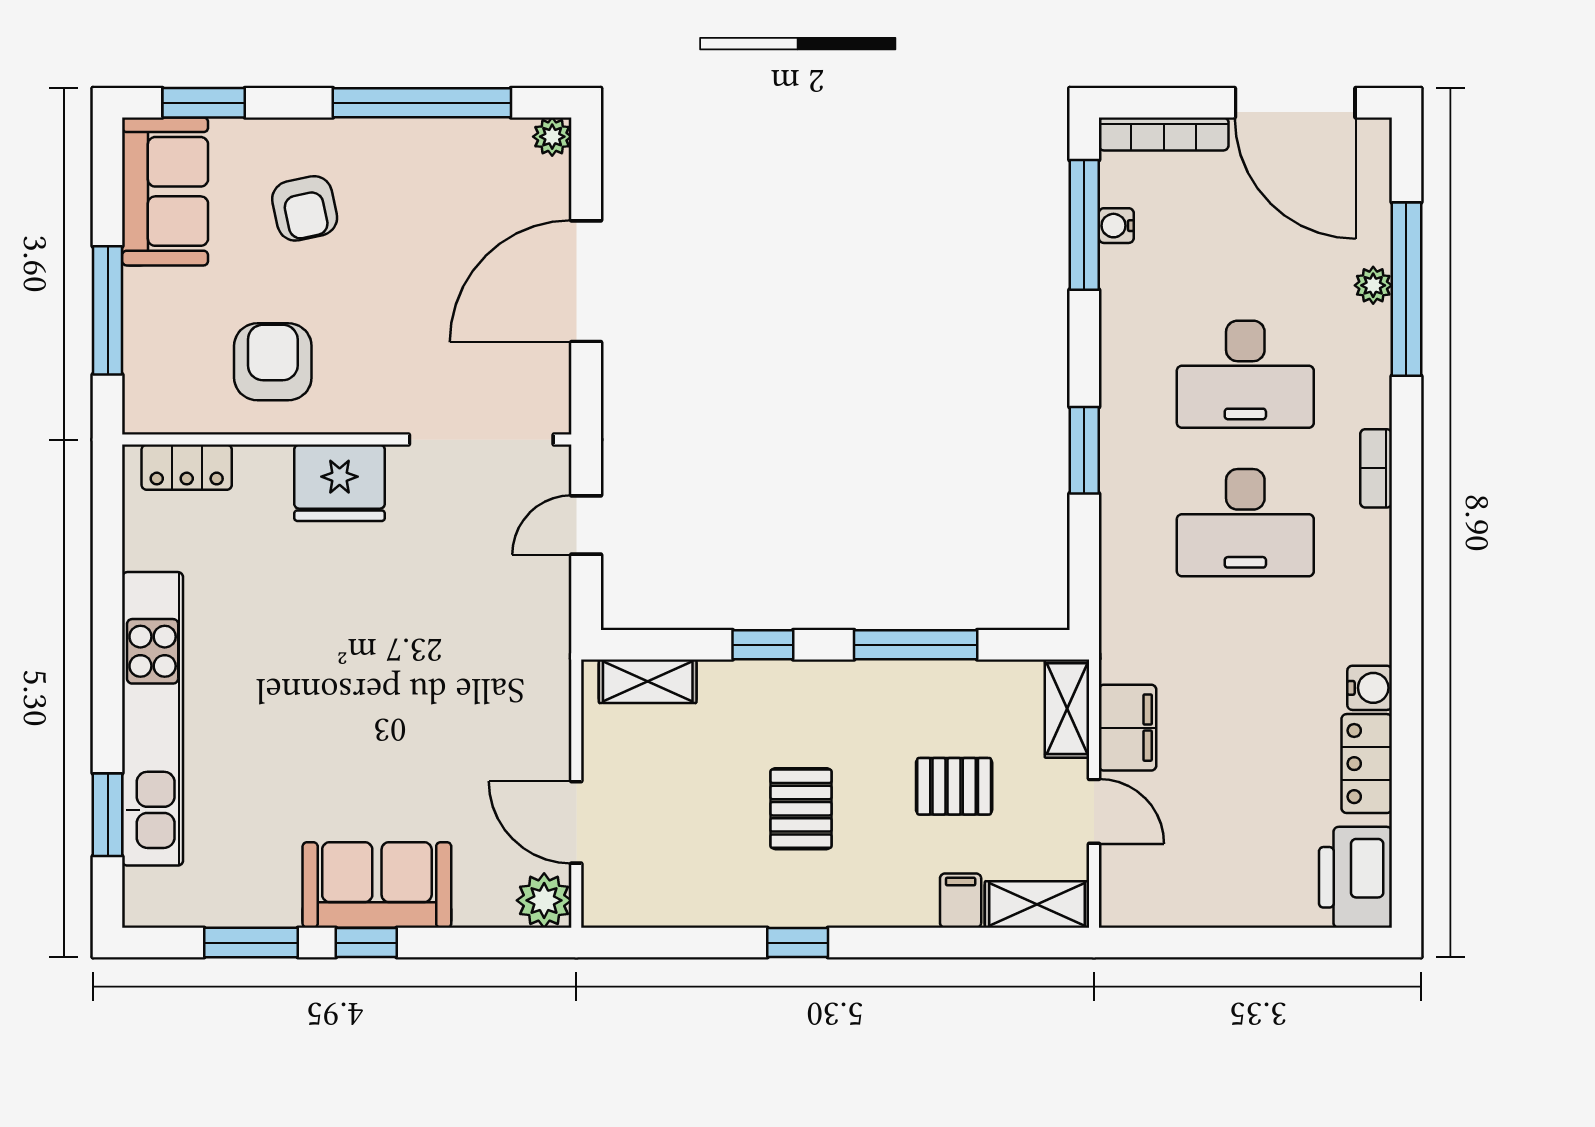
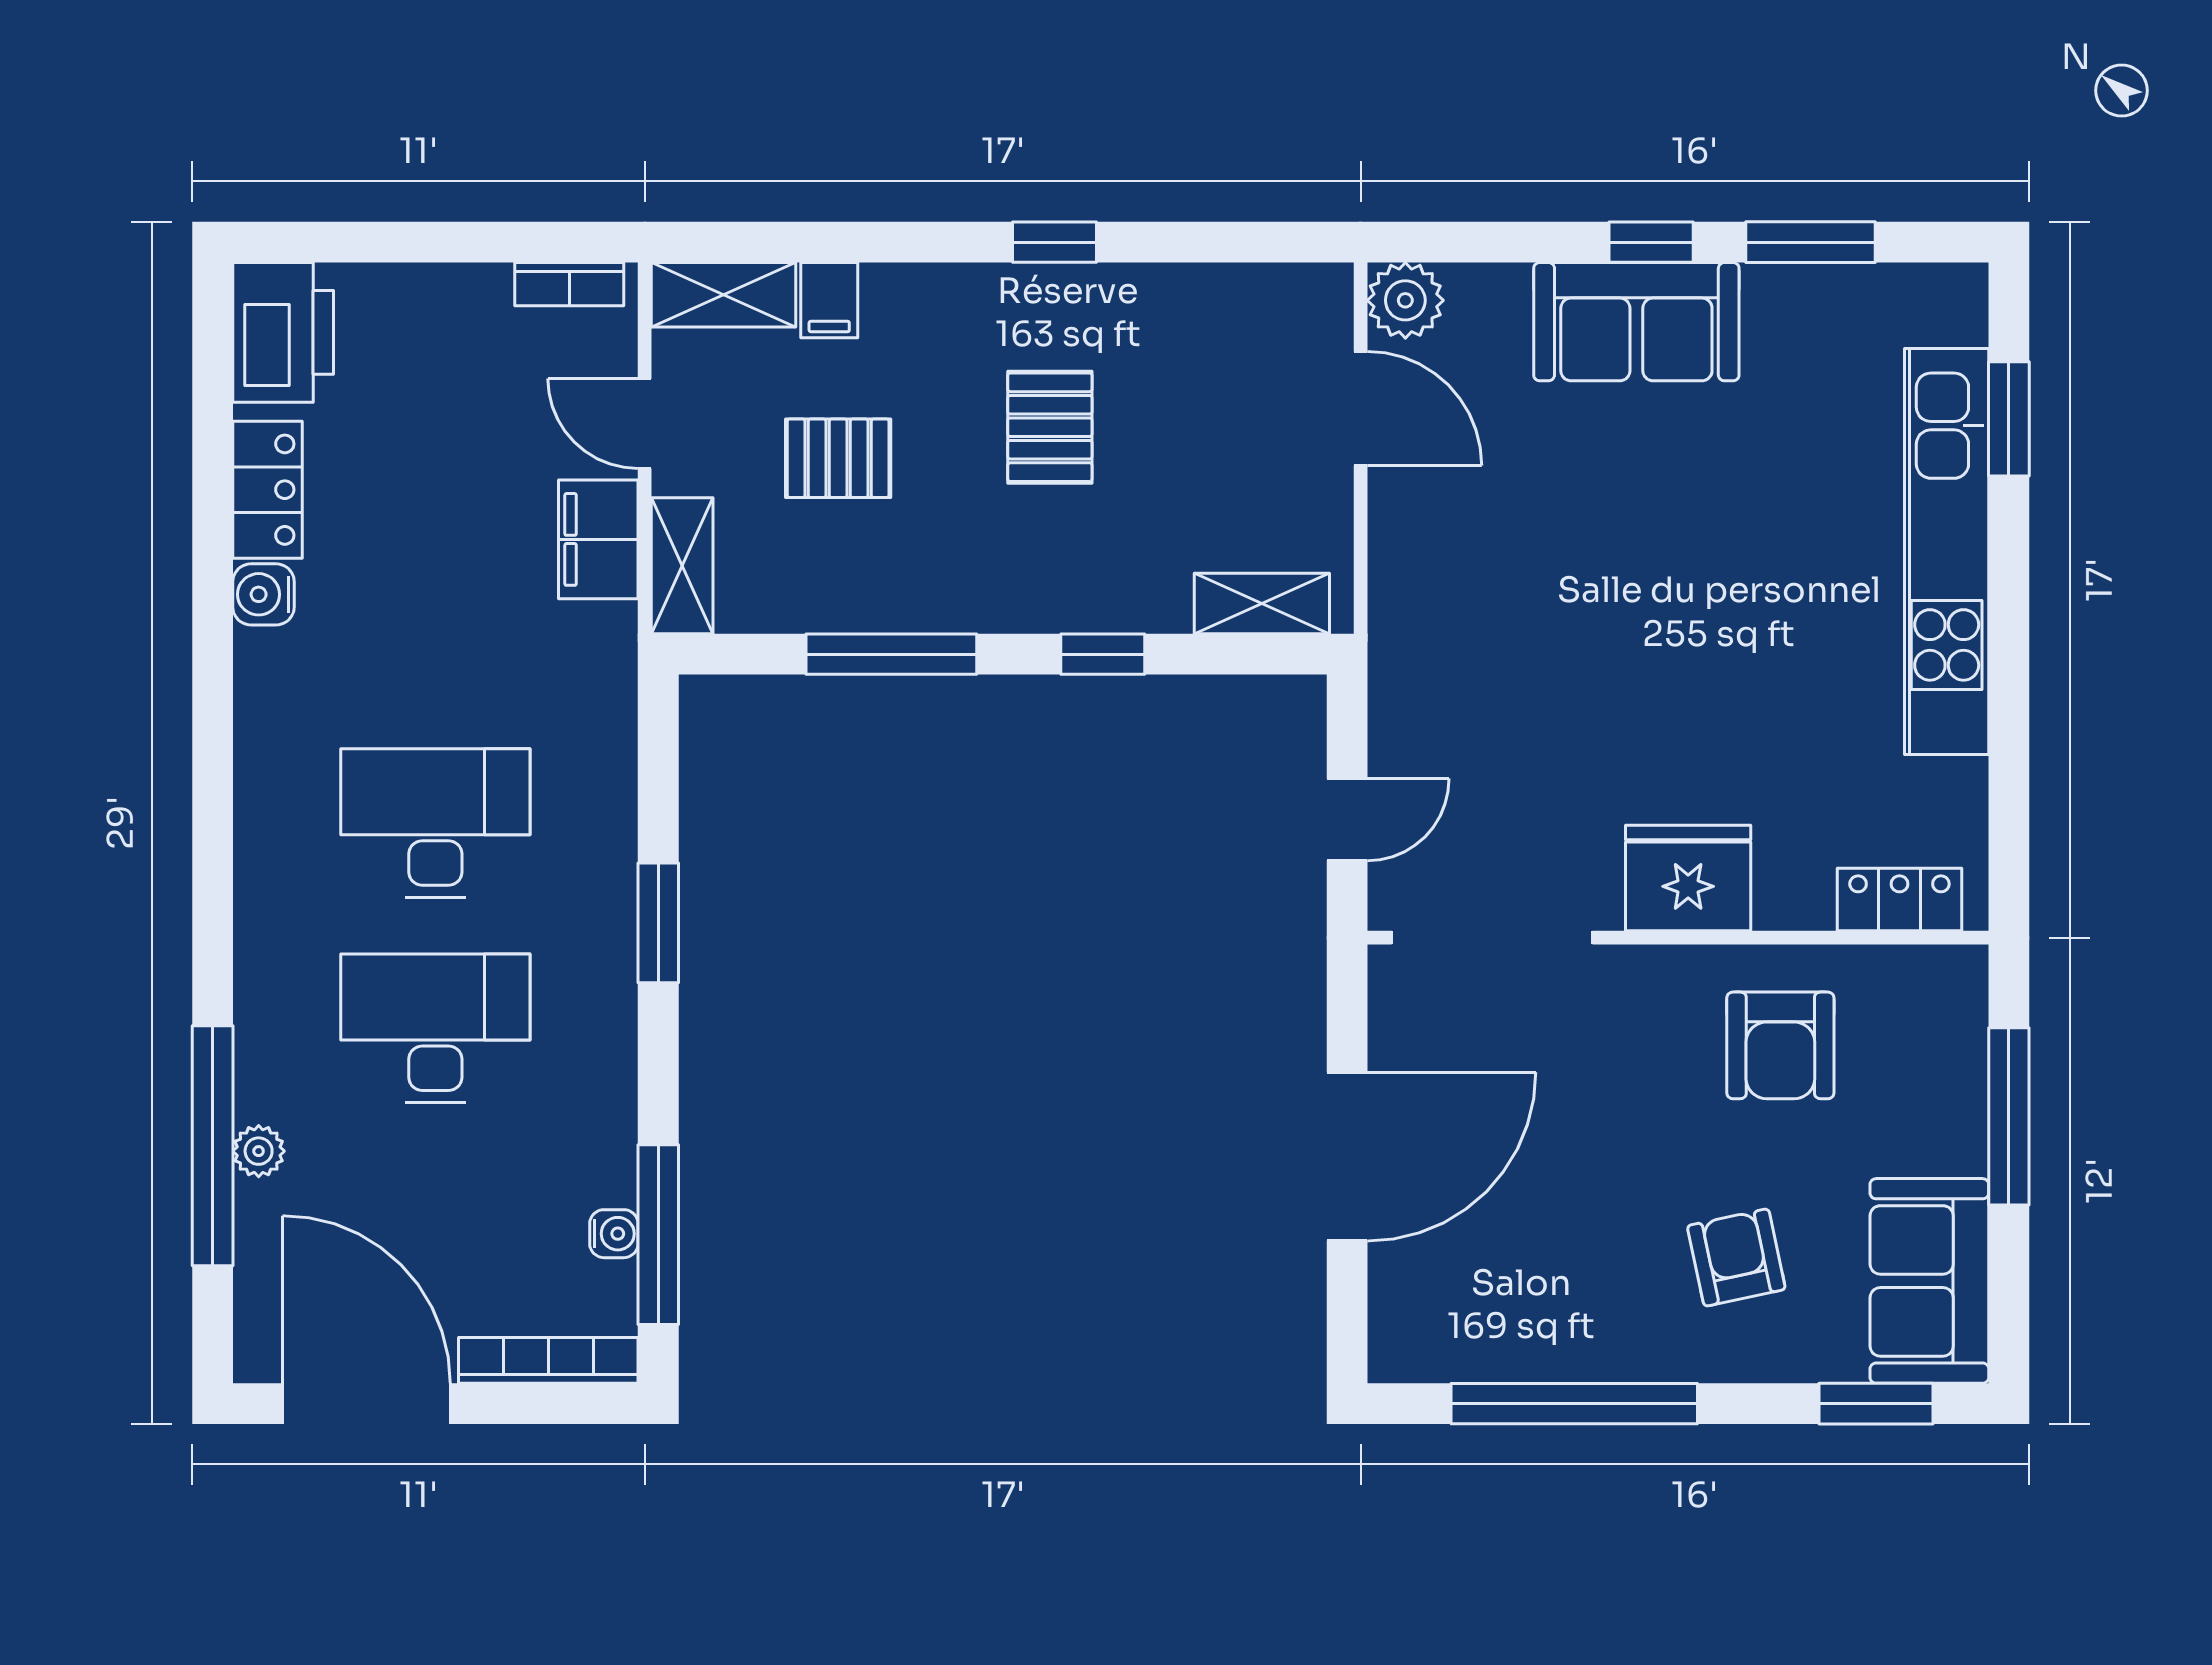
plant: (552, 137) -> (1394, 1357), removed
bookcase: (1376, 468) -> (569, 284), moved, turned 90

